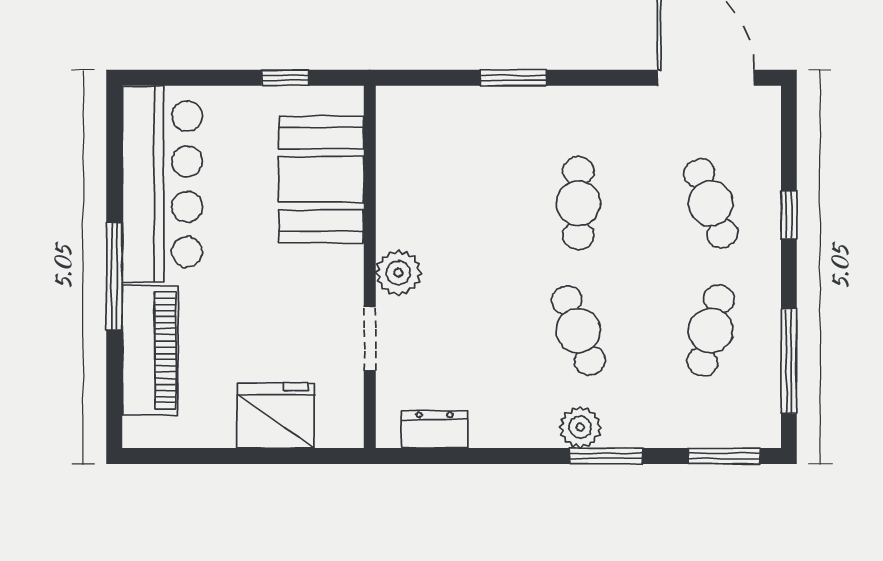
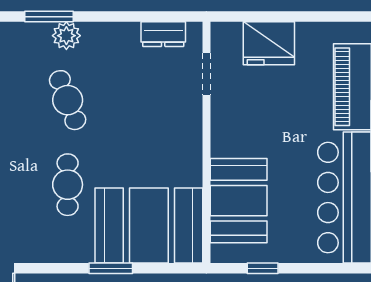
booth: (456, 142) -> (149, 225), added
plant: (398, 273) -> (187, 138), removed
doorway: (370, 338) -> (206, 74), moved

